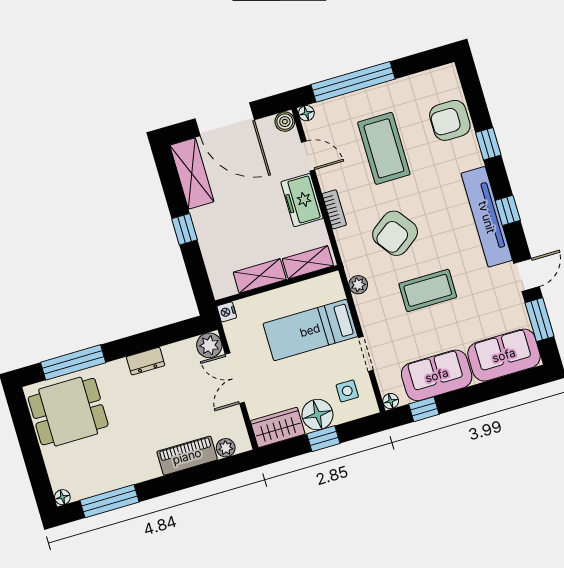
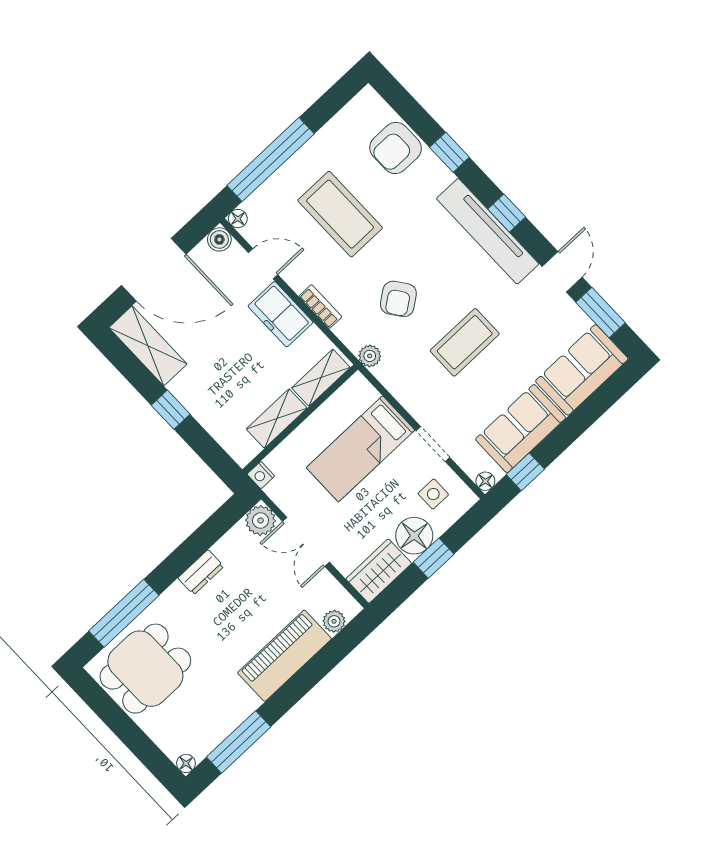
armchair: (395, 233) -> (398, 299), width x0.72, depth x0.72
plant: (358, 285) -> (370, 356), moved
piano: (187, 456) -> (285, 656), width x1.37, depth x1.33

